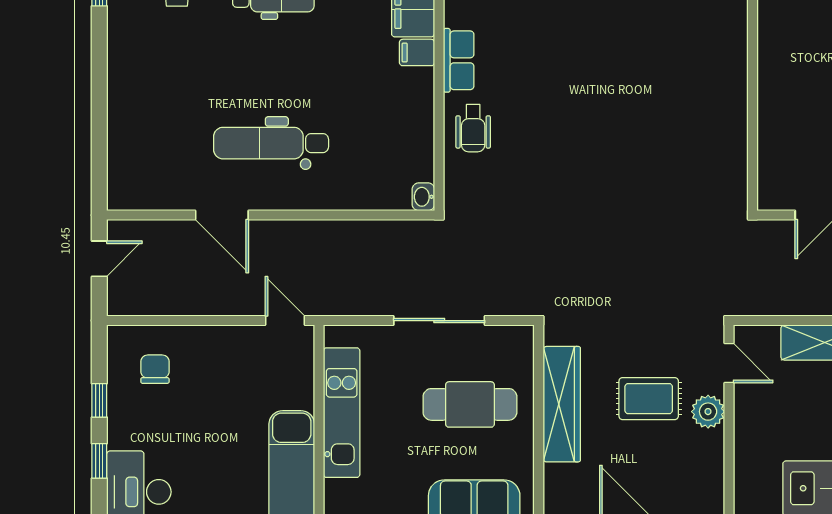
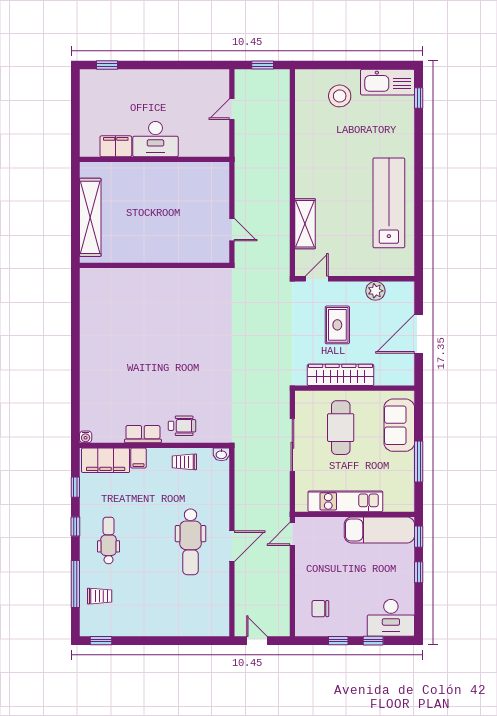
trolley: (410, 132) -> (184, 462), added
door: (222, 215) -> (232, 546), moved
plant: (708, 412) -> (375, 291), moved

